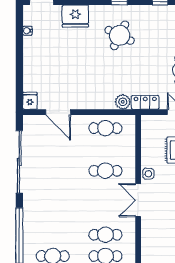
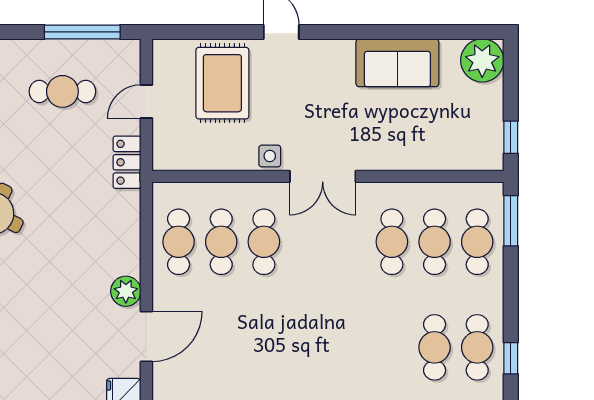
plant: (123, 102) -> (126, 291), moved
cafe table: (105, 149) -> (221, 242), added

